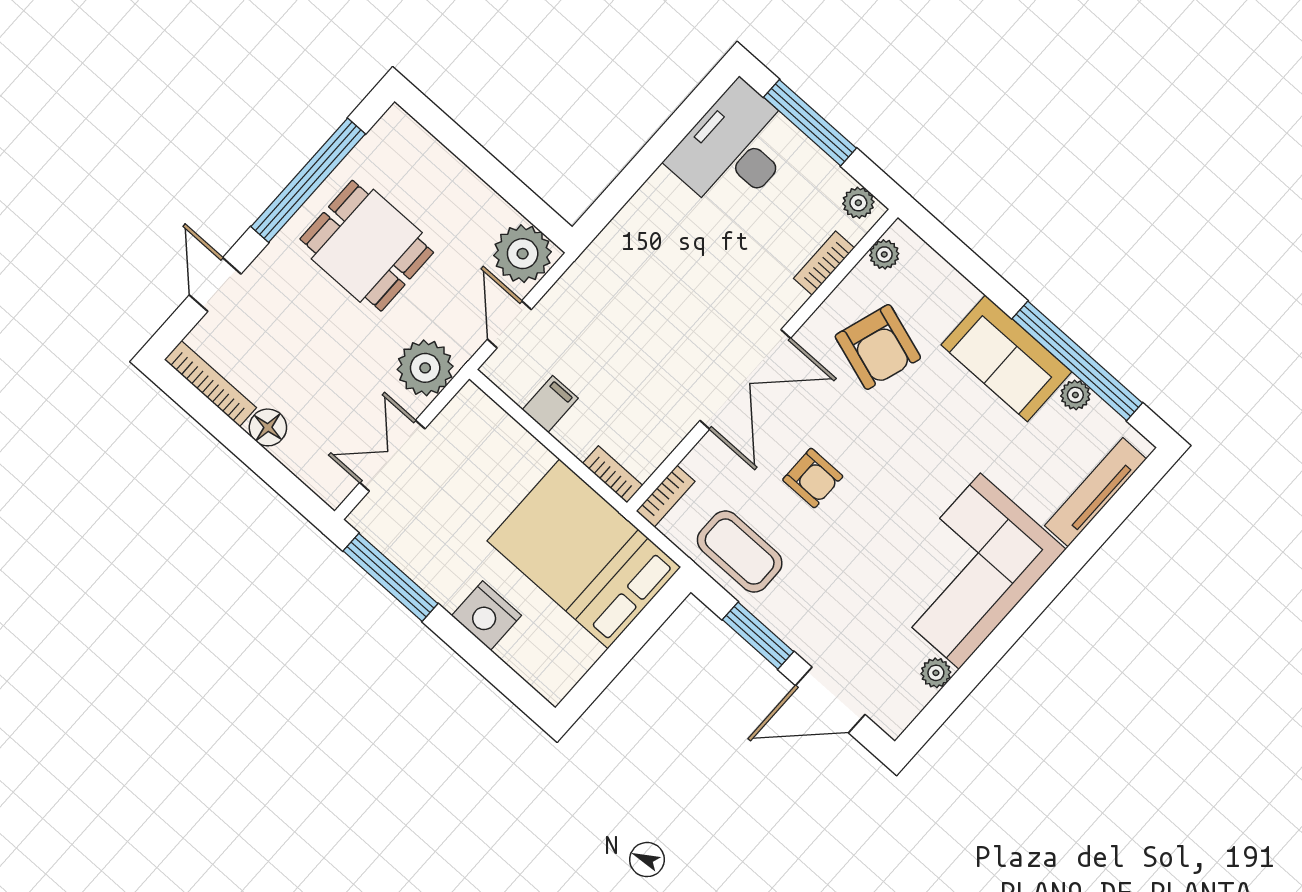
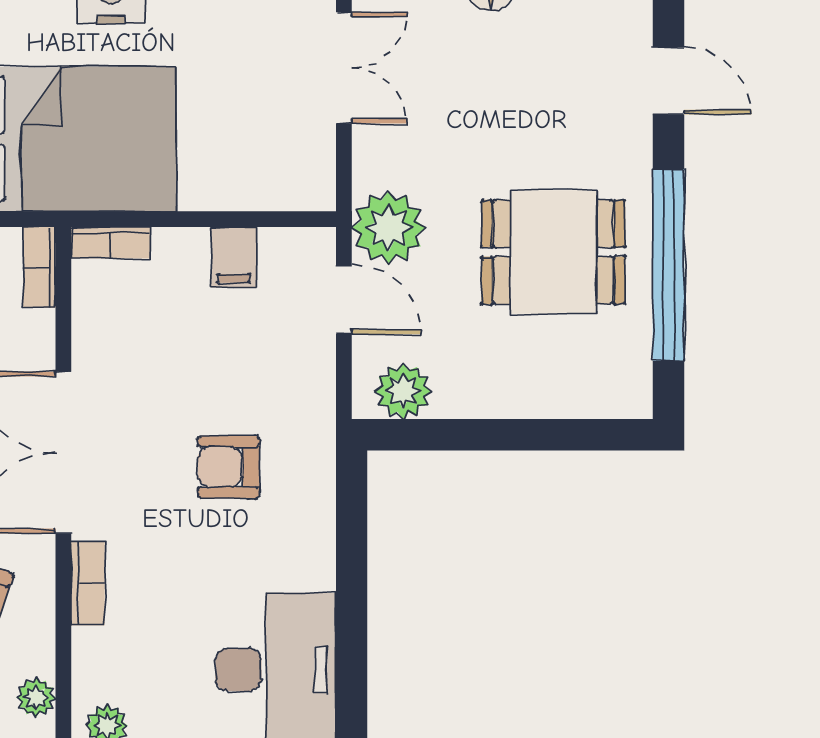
plant: (523, 254) -> (403, 391), width x0.73, depth x0.73
bookcase: (824, 263) -> (88, 583), moved
armchair: (659, 288) -> (229, 467), added
plant: (425, 368) -> (389, 228), moved

